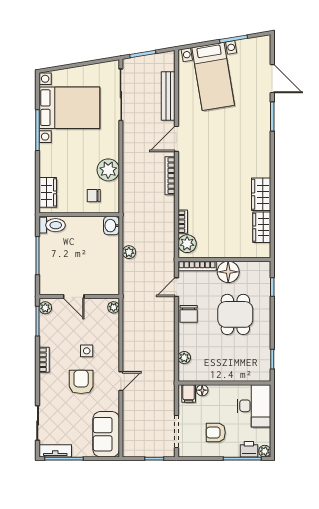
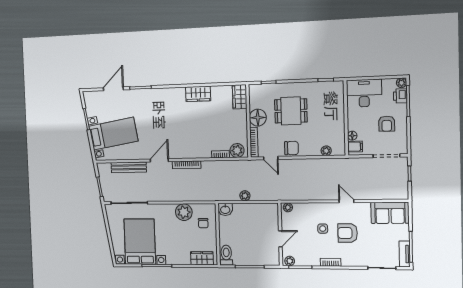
door: (176, 139) -> (159, 160), swing flipped
wardrobe: (262, 227) -> (240, 97), moved, turned 90

